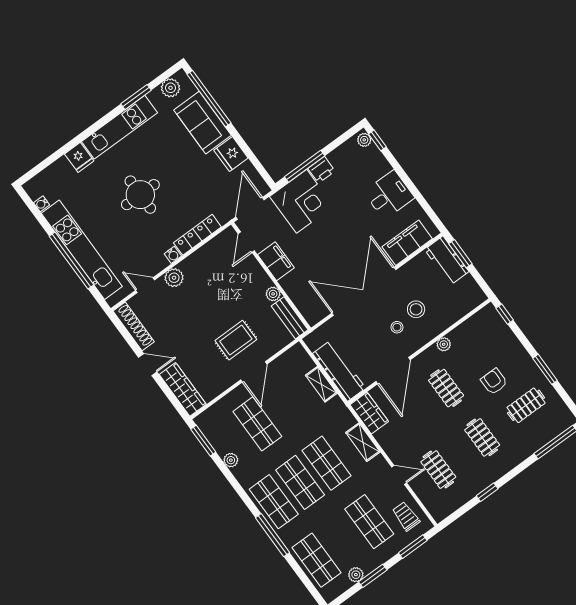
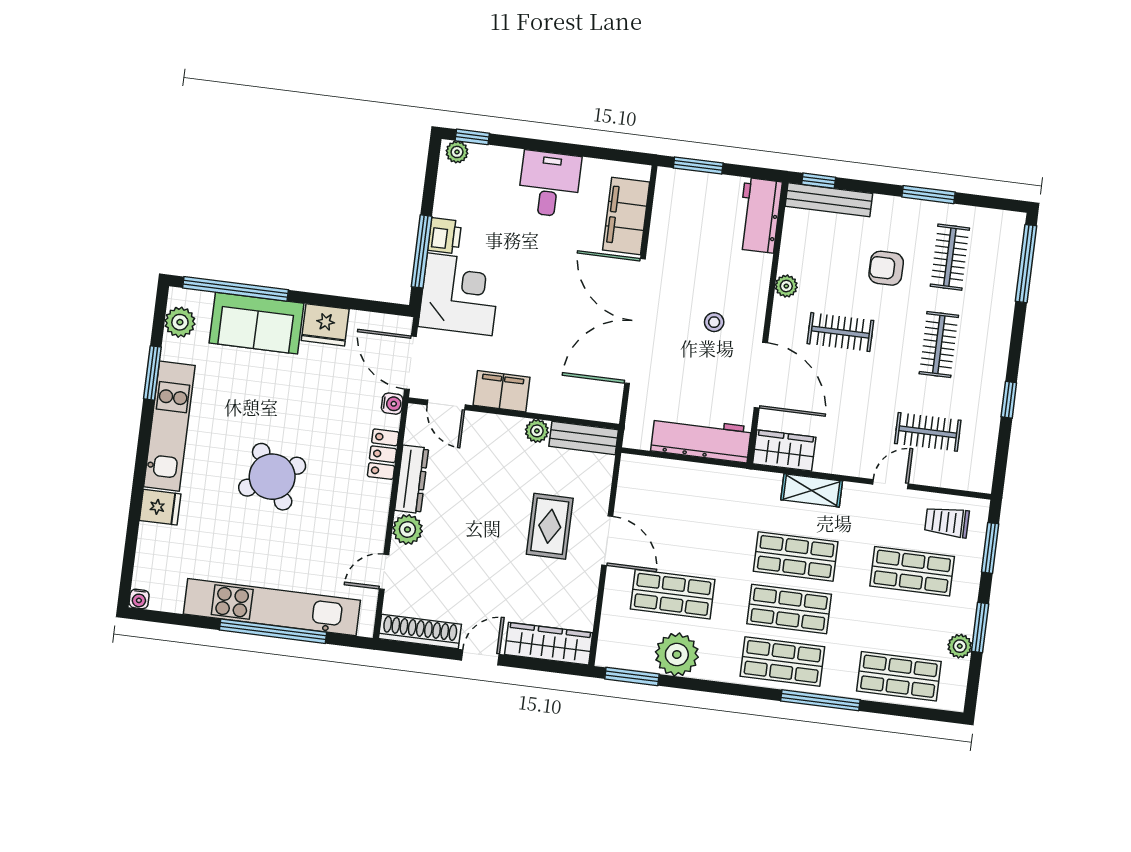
round table: (140, 195) -> (272, 477), turned -31
water cooler: (42, 204) -> (139, 599), moved
locker: (197, 235) -> (383, 454), width x0.66
water cooler: (173, 255) -> (392, 404), moved
dresser: (198, 258) -> (412, 479), added
workbench: (447, 260) -> (759, 215), moved, turned 90
stool: (416, 309) -> (714, 280), removed
bench: (500, 327) -> (829, 200), added
shelving: (321, 384) -> (697, 475), removed
clothes rail: (482, 437) -> (939, 344), turned 90
plant: (231, 460) -> (677, 655), width x1.88, depth x1.88

